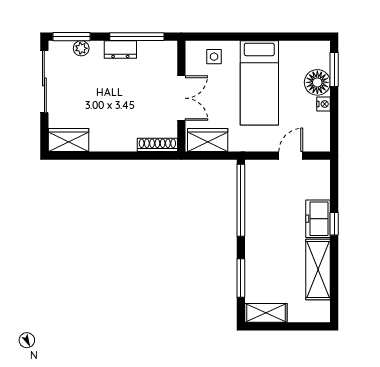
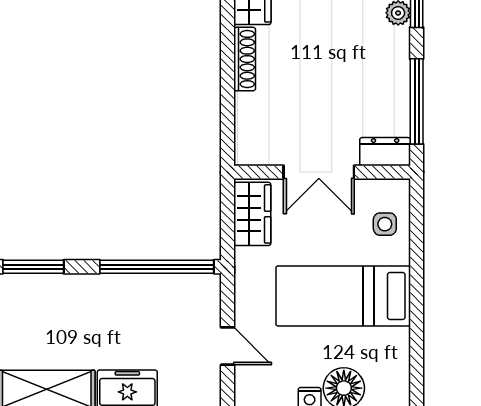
dresser: (120, 49) -> (385, 152), moved, turned 90
shoe rack: (157, 145) -> (245, 59), moved

